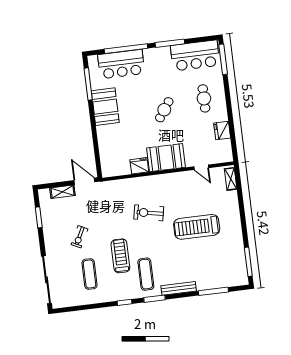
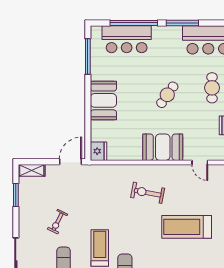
booth: (105, 107) -> (103, 100), moved
fridge: (139, 166) -> (98, 151), moved, turned 90
door: (84, 181) -> (70, 162), hinge flipped
shelving: (62, 192) -> (32, 170), moved
exercise bike: (149, 213) -> (148, 193), moved

